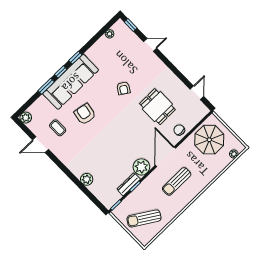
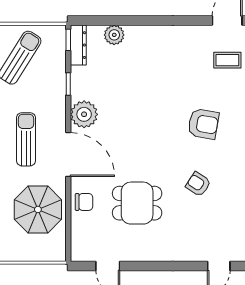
armchair: (85, 114) -> (203, 124), moved
parasol: (209, 140) -> (38, 209), moved
plant: (87, 179) -> (114, 35), moved
dresser: (129, 184) -> (78, 45), moved

